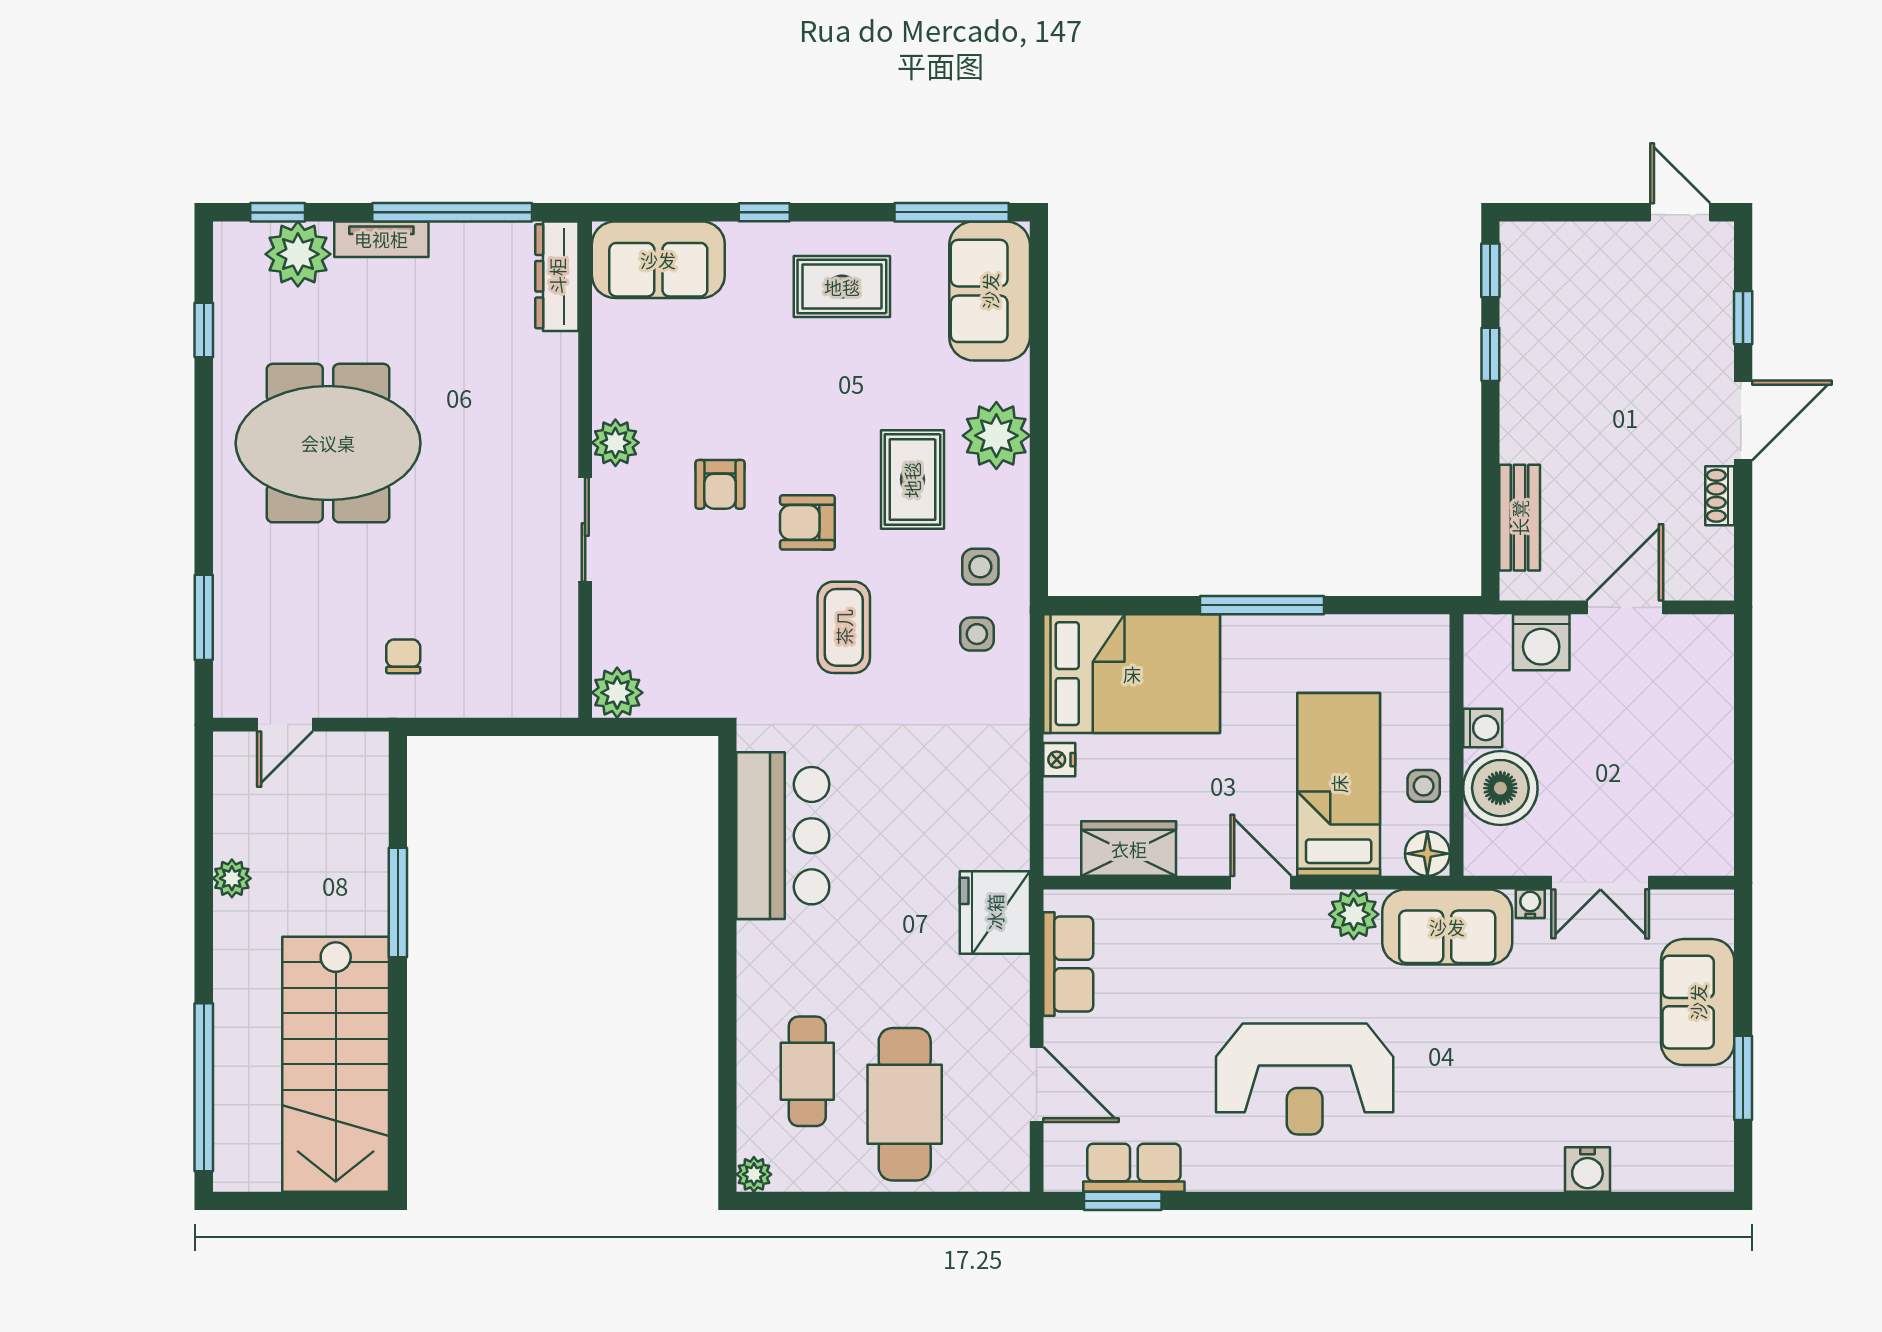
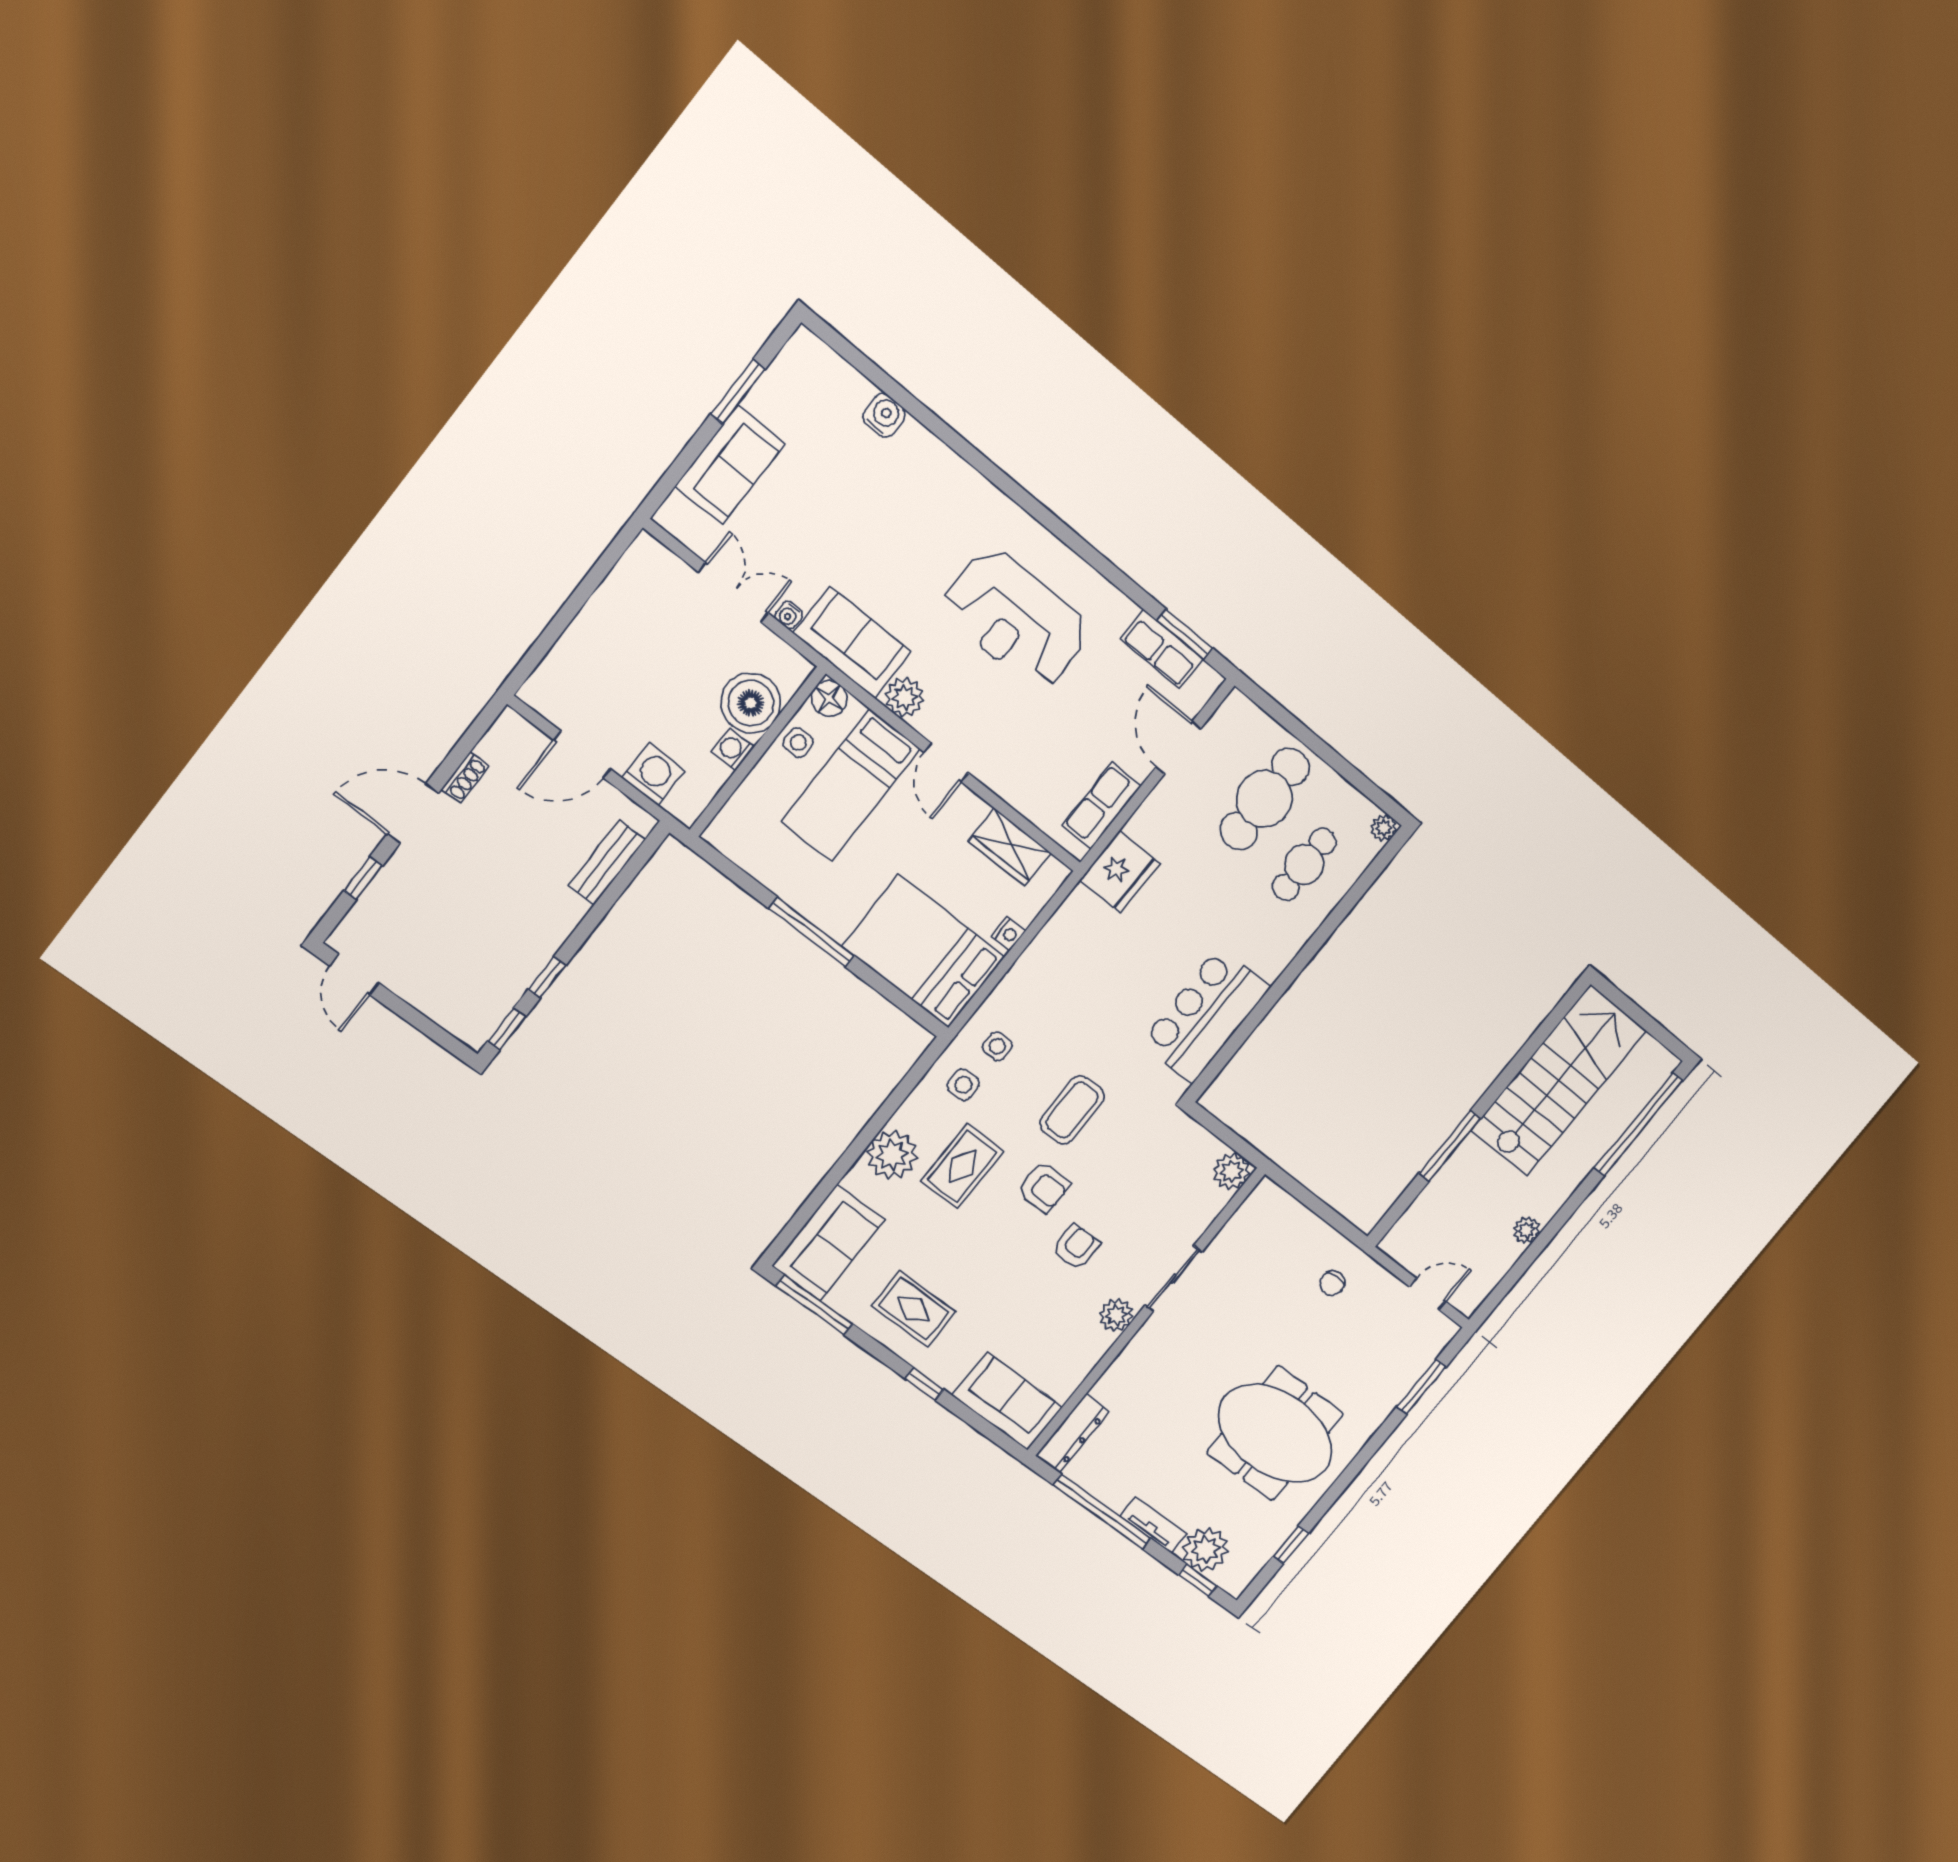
reception desk: (1305, 1079) -> (1015, 619), turned 180

